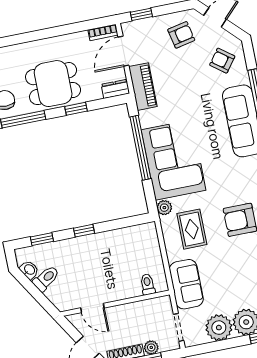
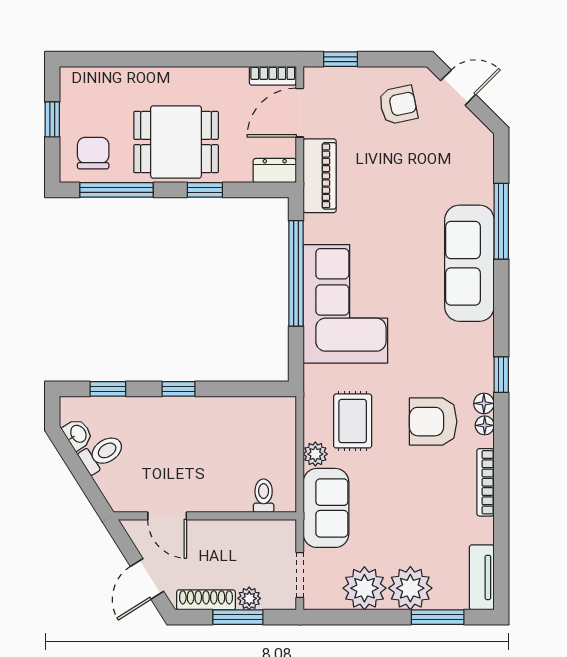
armchair: (222, 61) -> (456, 160), removed
plant: (164, 208) -> (315, 454), moved

